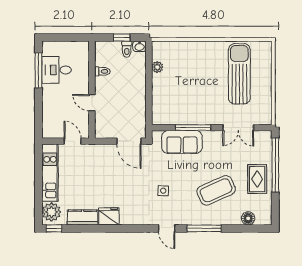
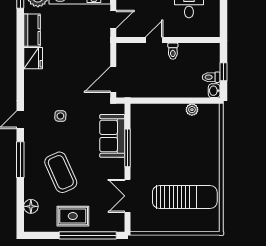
toilet: (102, 71) -> (173, 51), moved

